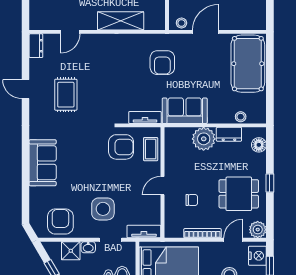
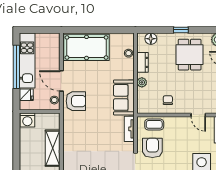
armchair: (162, 63) -> (76, 101), moved
plant: (204, 139) -> (142, 82), width x0.53, depth x0.53
door: (163, 186) -> (198, 115), moved
chair: (192, 200) -> (168, 100), moved

